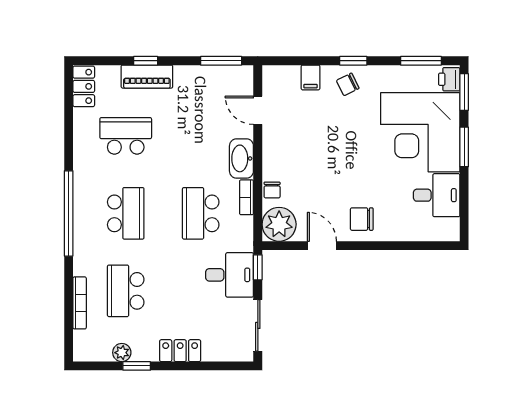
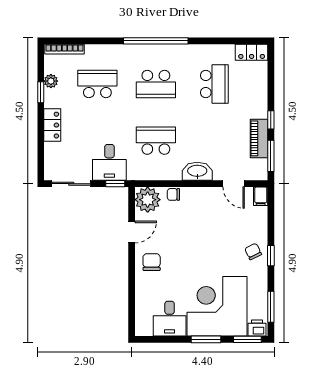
window: (146, 61) -> (271, 120), moved
piano: (147, 77) -> (259, 138), moved
filing cabinet: (310, 77) -> (261, 196), moved, turned -90
door: (258, 110) -> (234, 184), swing flipped
bookcase: (247, 197) -> (168, 175), removed
bookcase: (80, 303) -> (65, 49), moved

